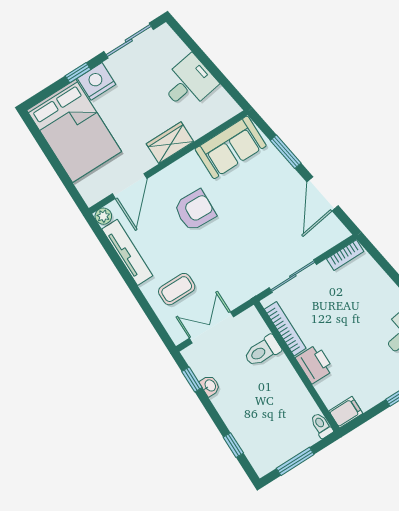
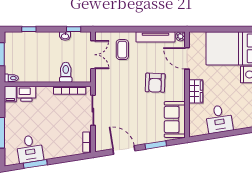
printer: (315, 364) -> (26, 94), moved

